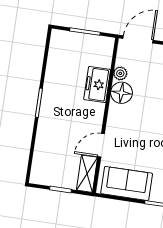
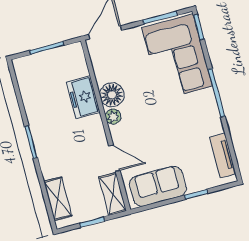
plant: (120, 73) -> (113, 117), moved
door: (101, 145) -> (114, 158), swing flipped
shelving: (41, 158) -> (58, 199), added

